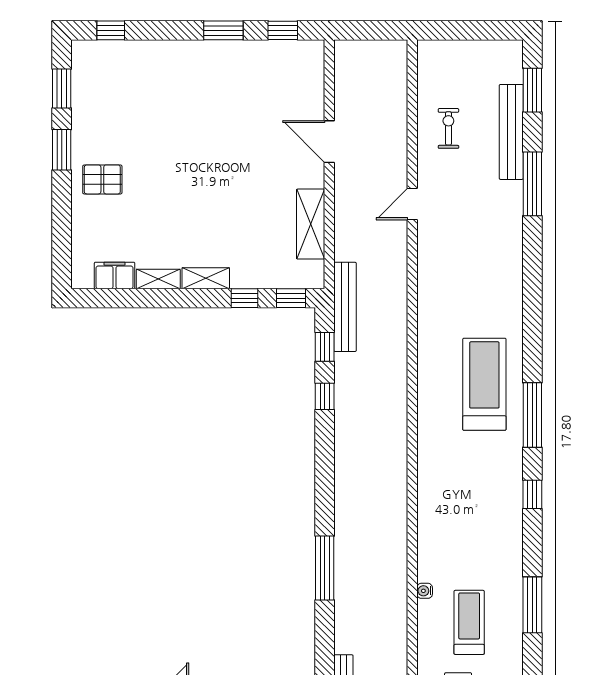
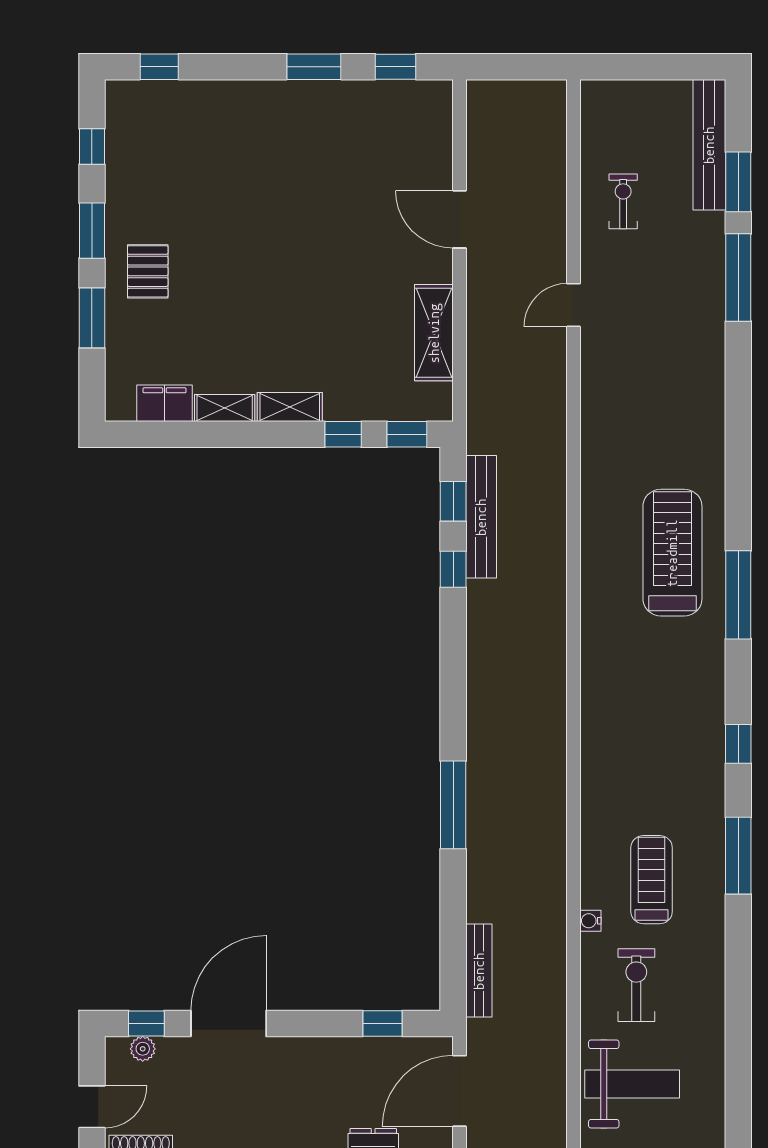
window: (62, 89) -> (92, 147), width x0.67
window: (532, 90) -> (738, 182), moved
bench: (511, 132) -> (709, 145), moved
pallet: (102, 179) -> (148, 271), turned 90
window: (62, 213) -> (92, 318), added
bench: (345, 307) -> (481, 517), moved
window: (532, 494) -> (738, 744), moved
water cooler: (425, 591) -> (590, 921), moved

